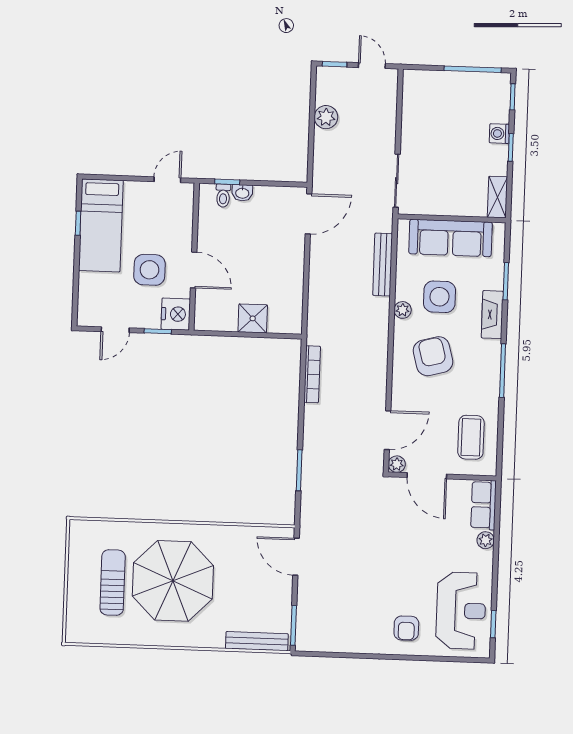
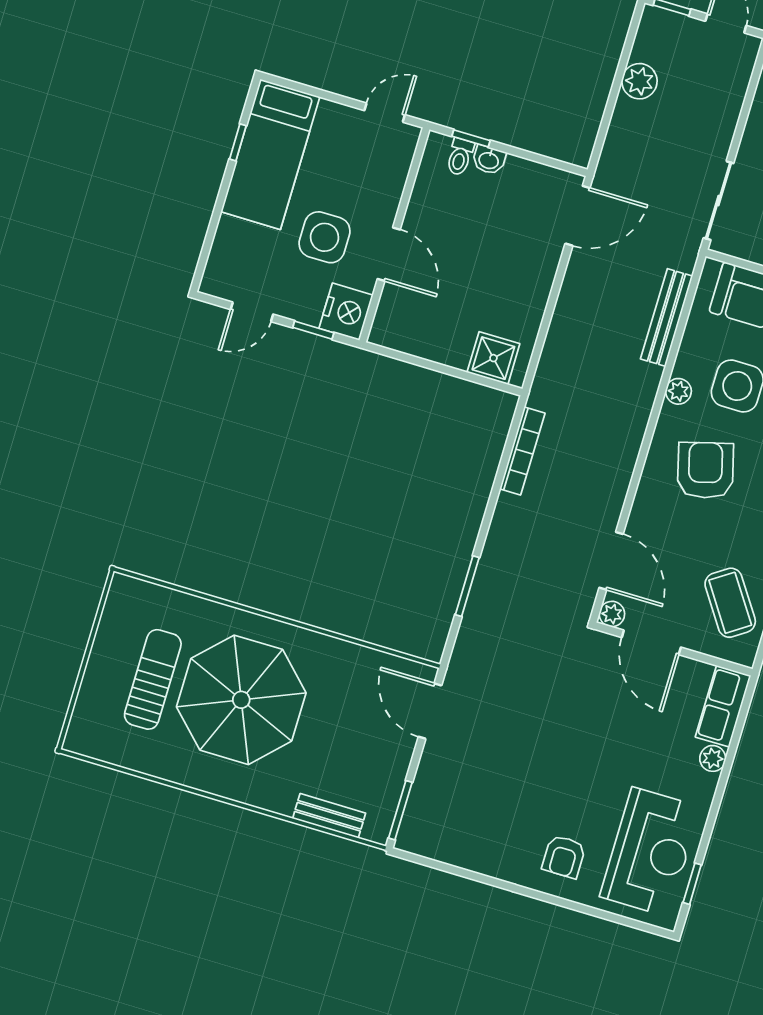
shower: (253, 318) -> (493, 358), moved
door: (387, 430) -> (611, 561), hinge flipped
coffee table: (471, 437) -> (730, 603), turned -34
bench: (257, 641) -> (329, 816), width x0.73

